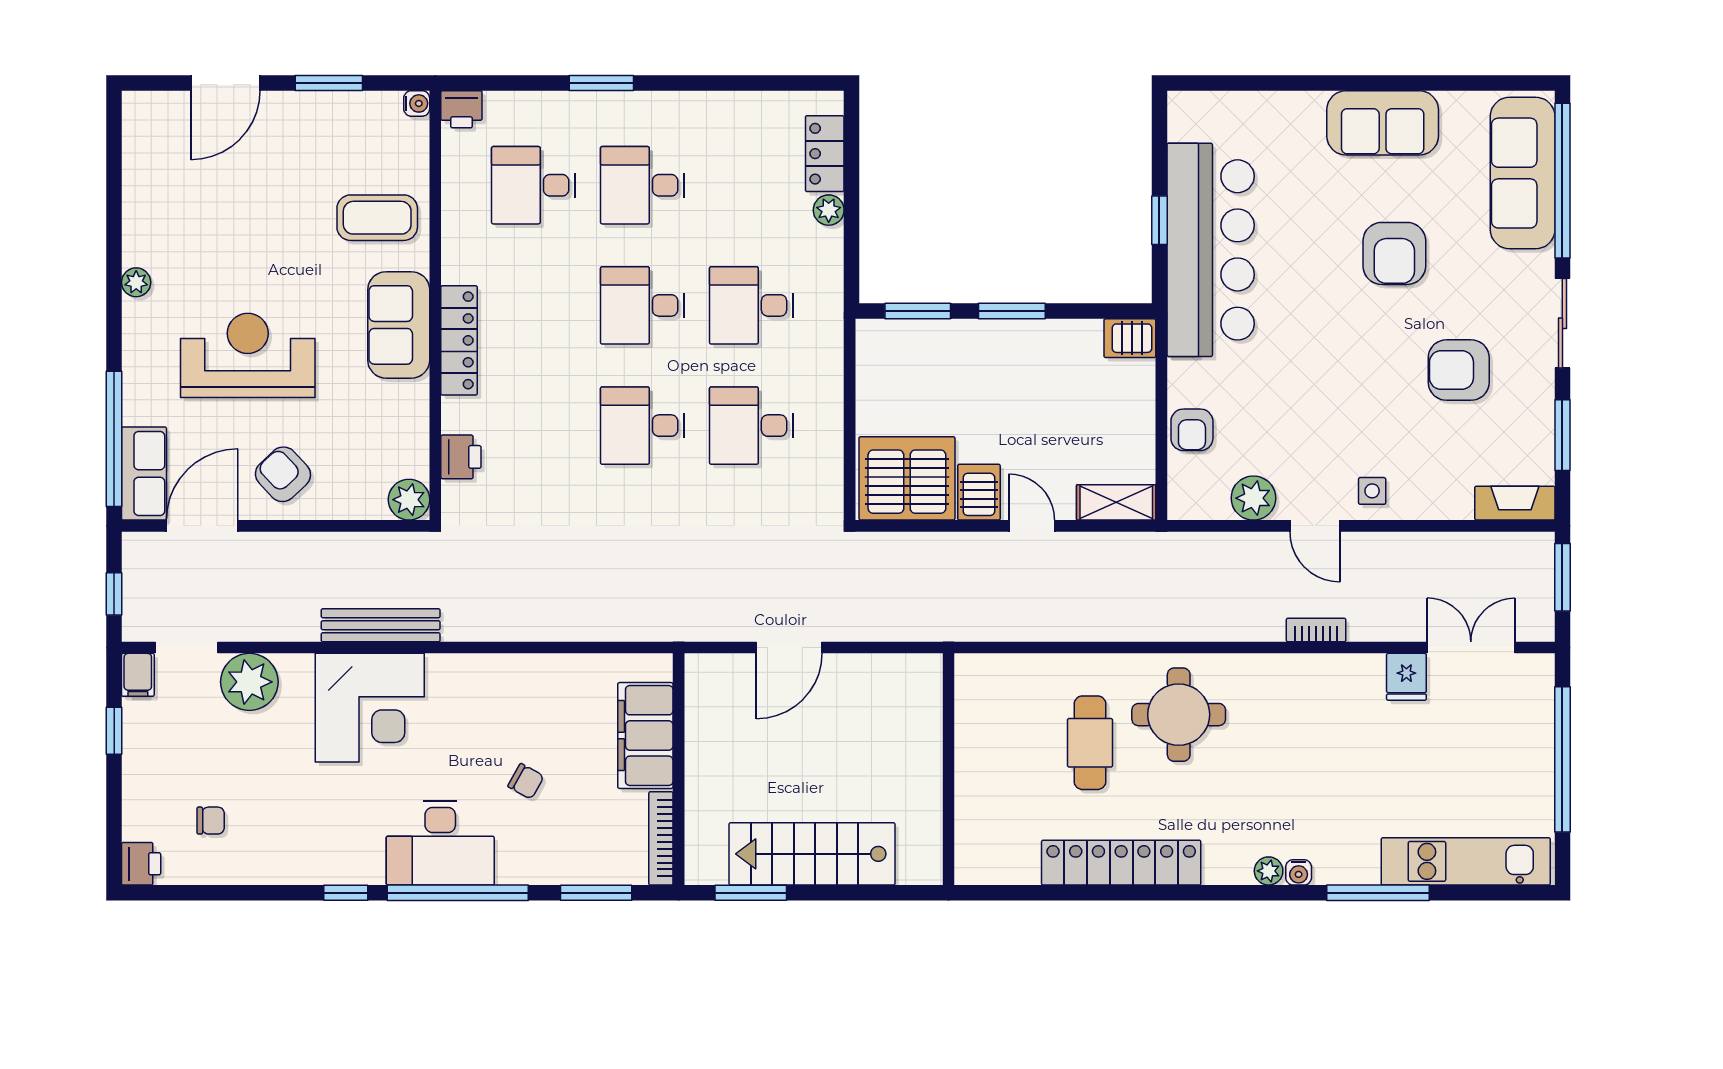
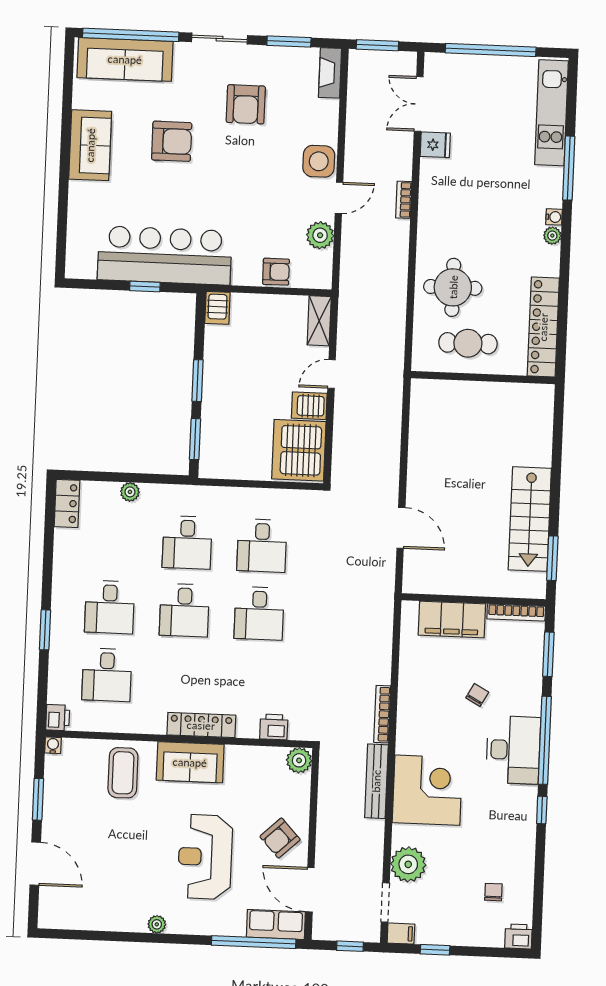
locker: (825, 154) -> (67, 503), moved, turned -90
side table: (1372, 491) -> (319, 161), width x1.87, depth x1.87
bookcase: (489, 630) -> (382, 714), added
wall: (948, 769) -> (483, 378), moved

